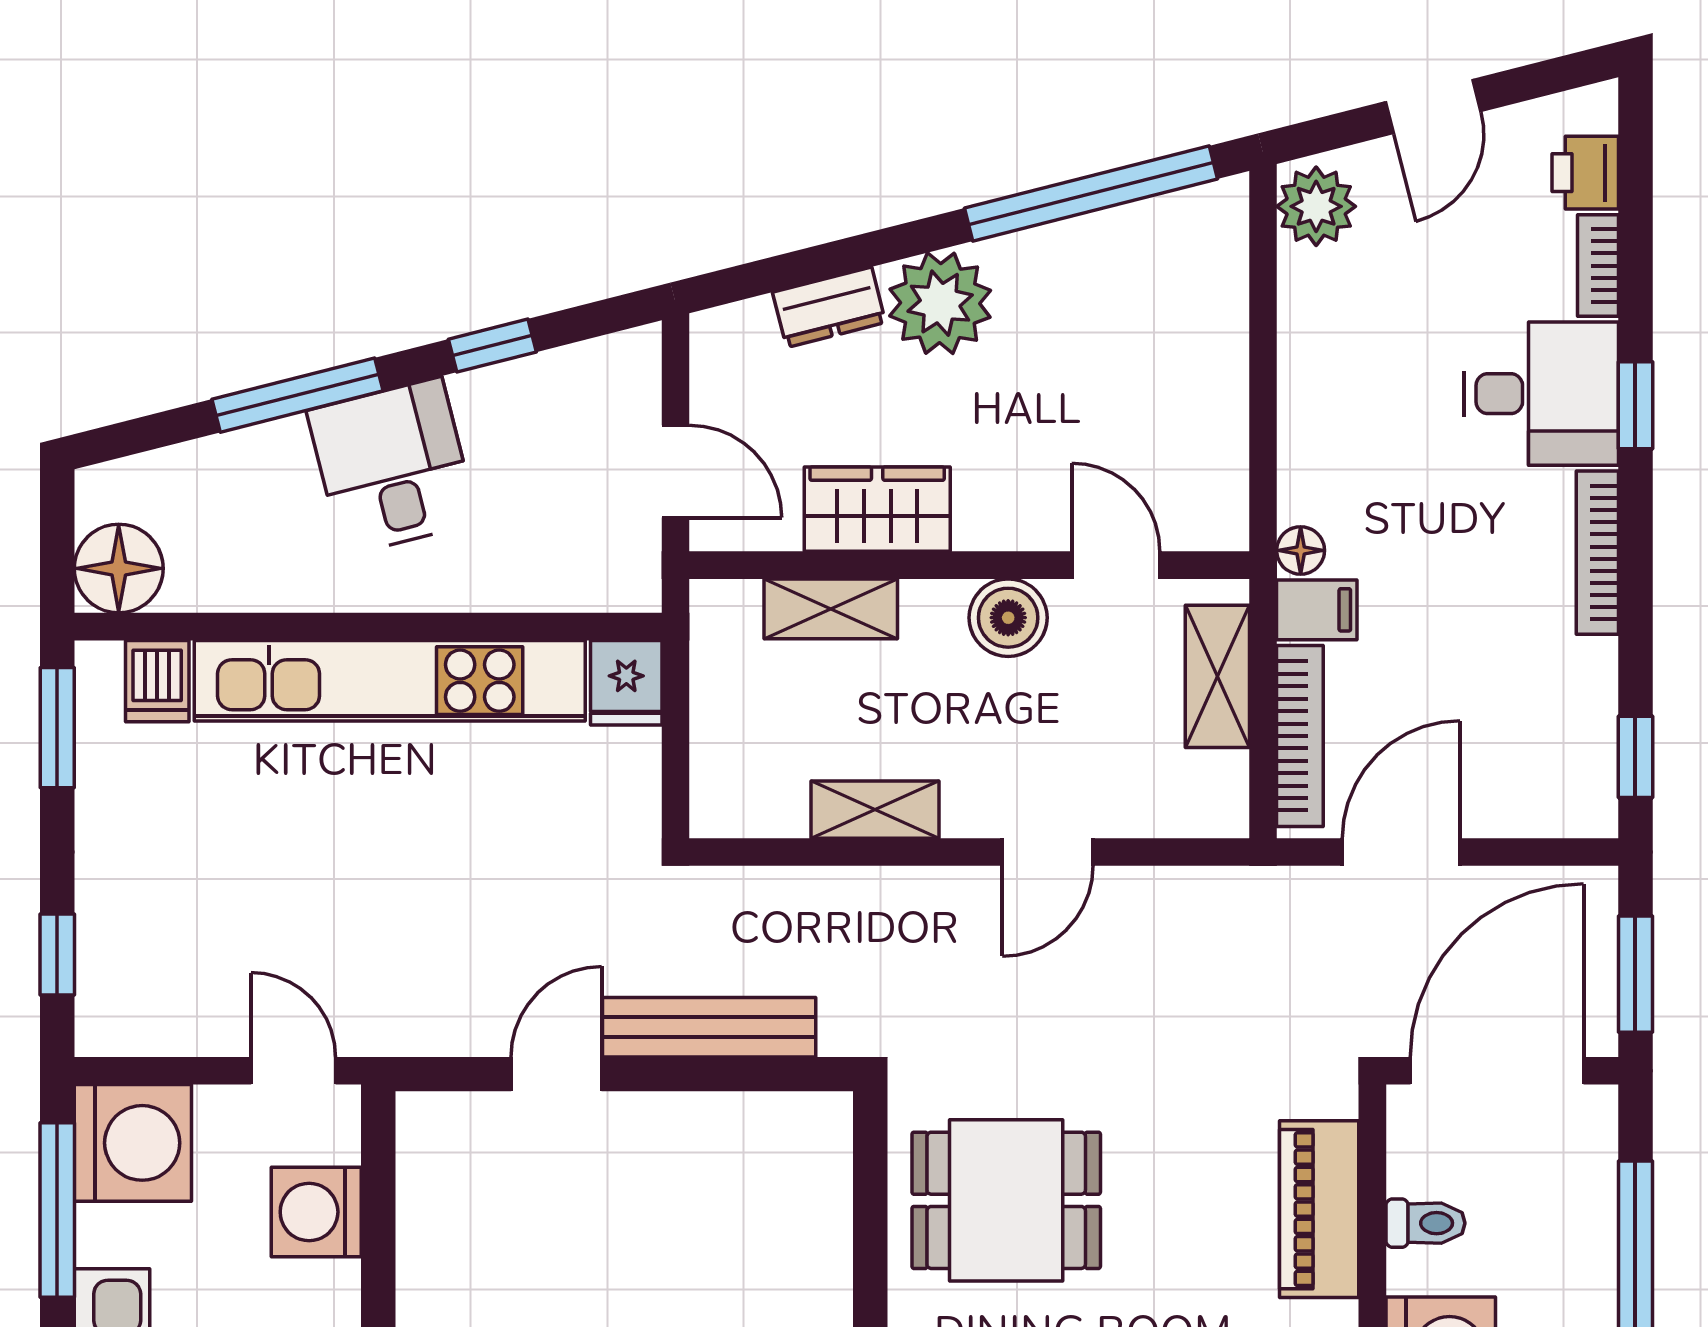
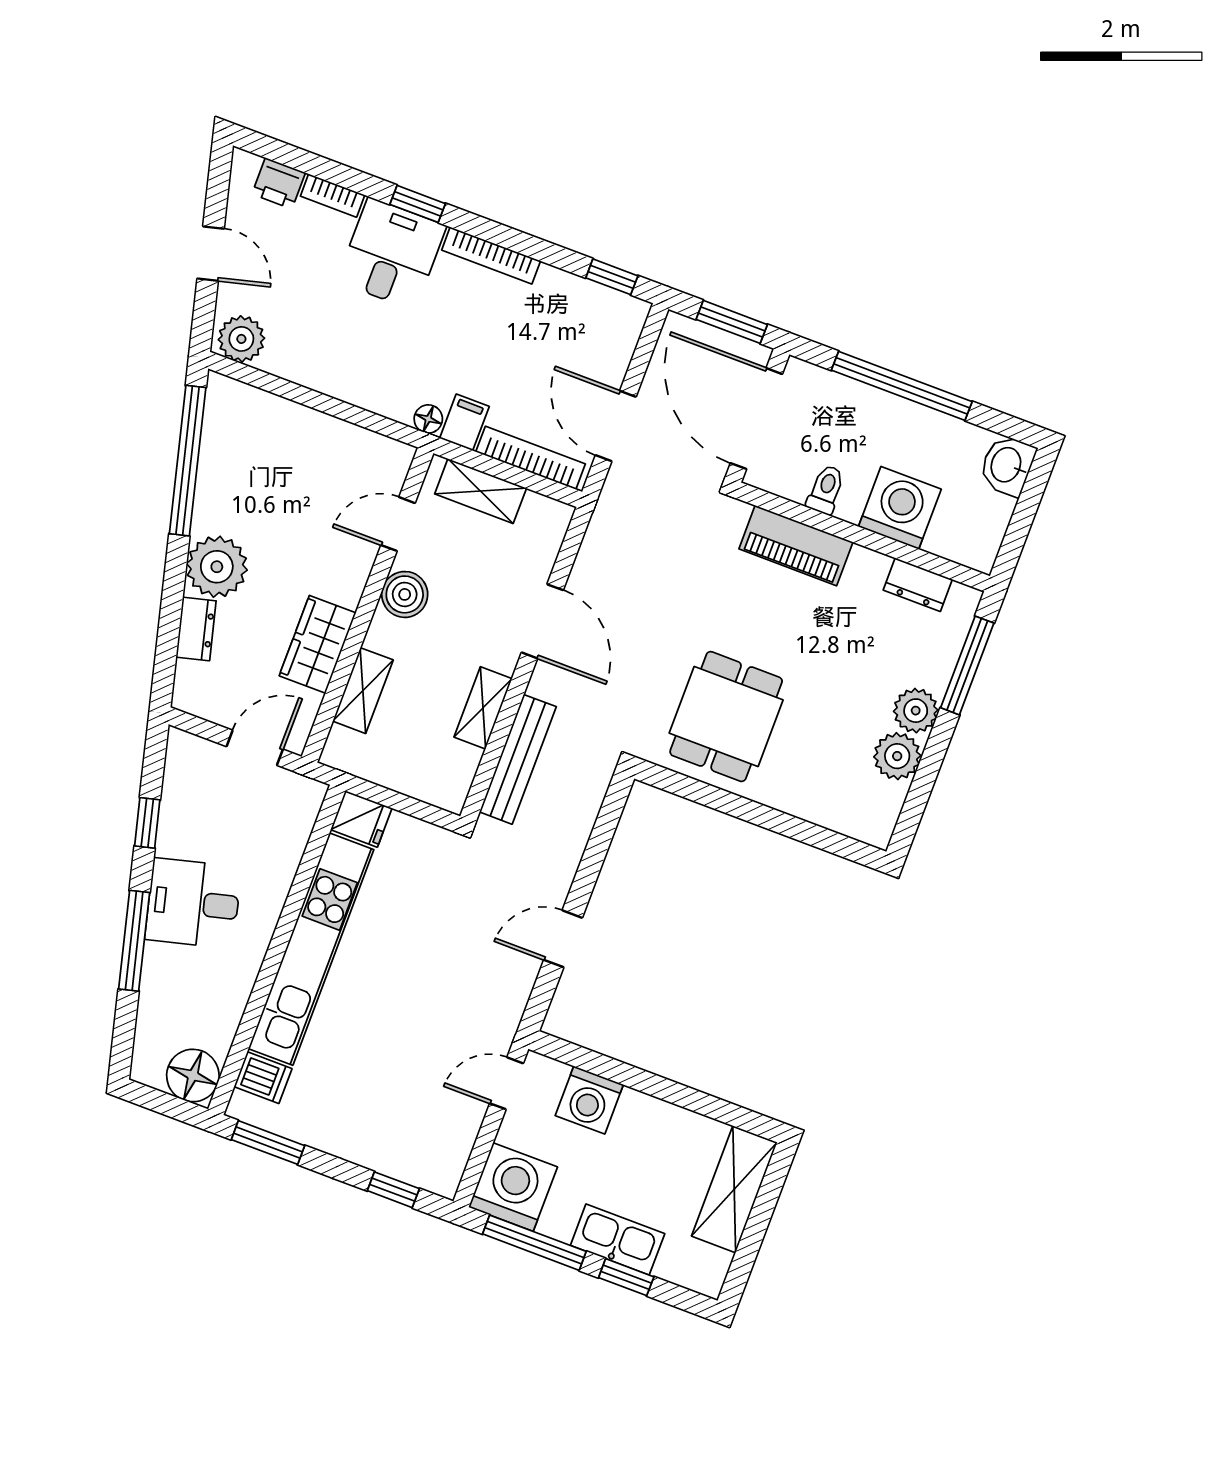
door: (1048, 852) -> (542, 621), width x1.38
bench: (709, 1027) -> (518, 759), moved
door: (556, 1074) -> (563, 939), hinge flipped

